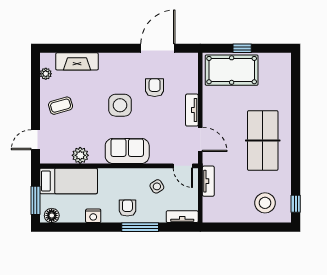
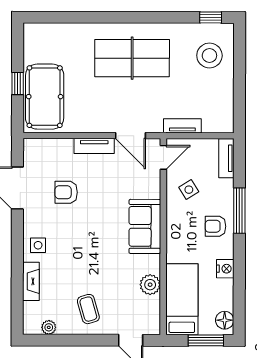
fireplace: (77, 61) -> (31, 281), width x0.73, depth x0.76
side table: (120, 105) -> (38, 245), moved, width x0.54, depth x0.54
door: (200, 139) -> (130, 136), swing flipped

